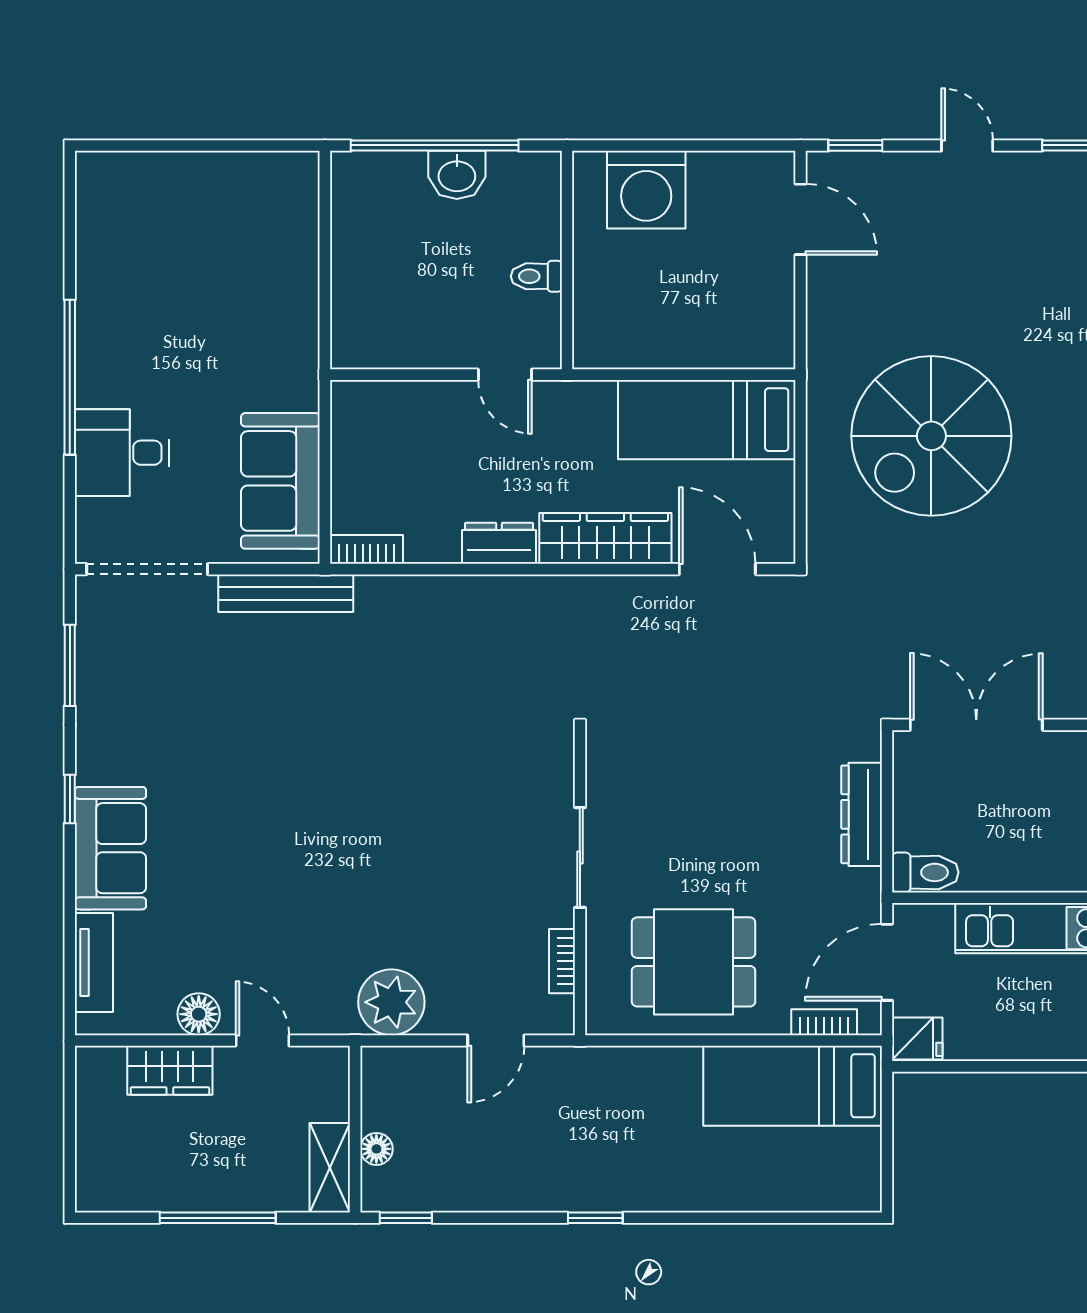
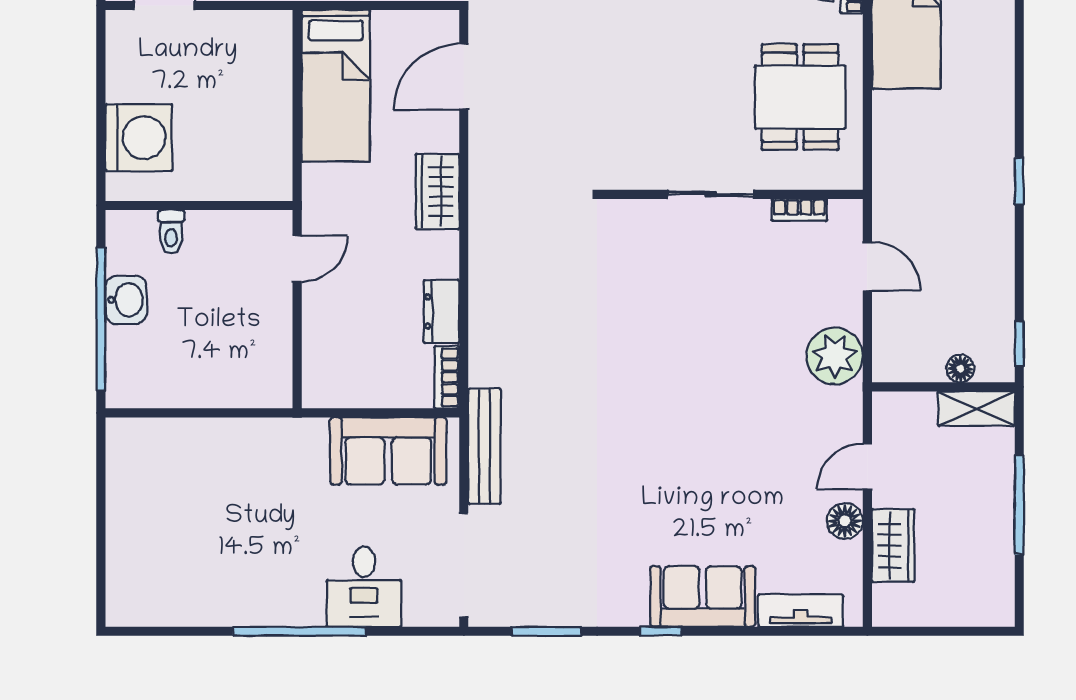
toilet: (536, 276) -> (171, 232), moved
wardrobe: (605, 538) -> (437, 191), width x0.67
dresser: (499, 543) -> (442, 312), moved

